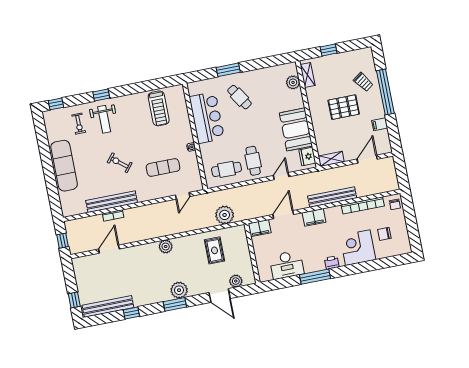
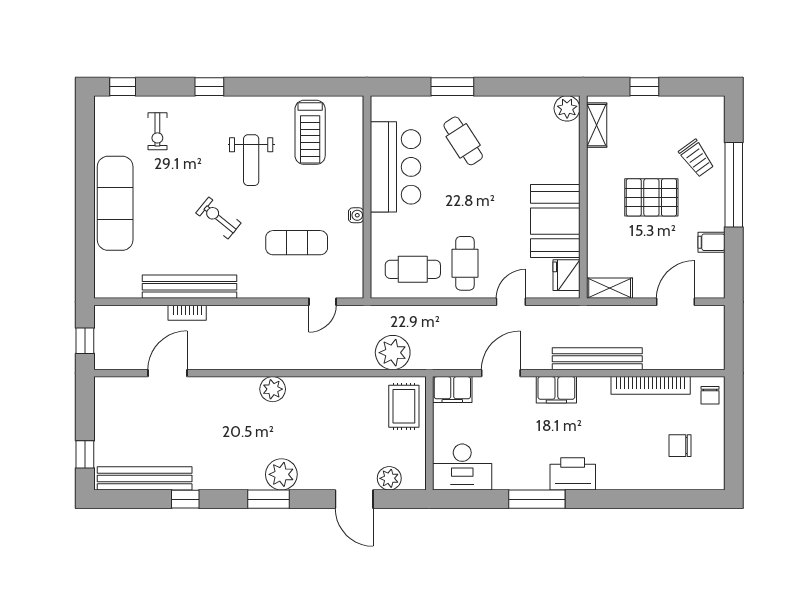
plant: (293, 82) -> (567, 108), moved
weight bench: (104, 119) -> (251, 160), moved
corner desk: (358, 248) -> (626, 461), removed
rug: (215, 250) -> (404, 406), moved
printer: (332, 263) -> (573, 474), width x1.87, depth x1.48
desk: (287, 265) -> (462, 467), moved

